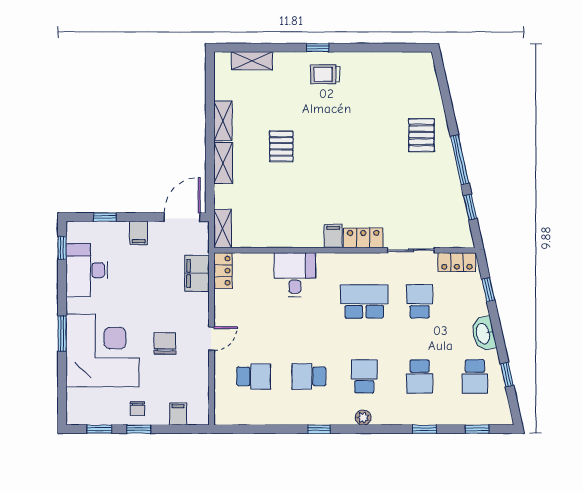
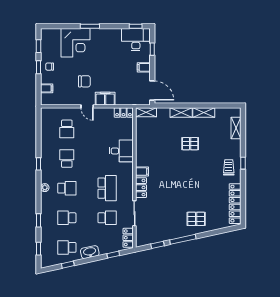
locker: (393, 62) -> (235, 204), added
desk: (87, 270) -> (136, 40), moved
filing cabinet: (197, 273) -> (105, 99), moved
corner desk: (103, 350) -> (76, 43), width x0.74, depth x0.74

